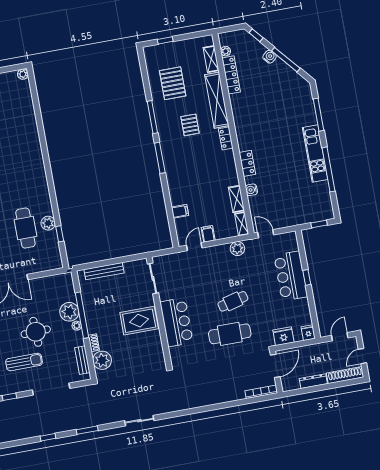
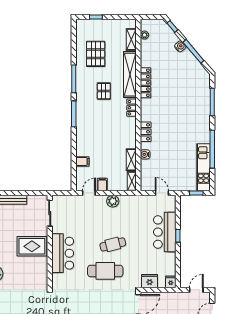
locker: (231, 75) -> (146, 83), moved
kitchen unit: (315, 153) -> (203, 167), moved
door: (266, 234) -> (162, 193), moved
plant: (237, 249) -> (113, 201), moved

